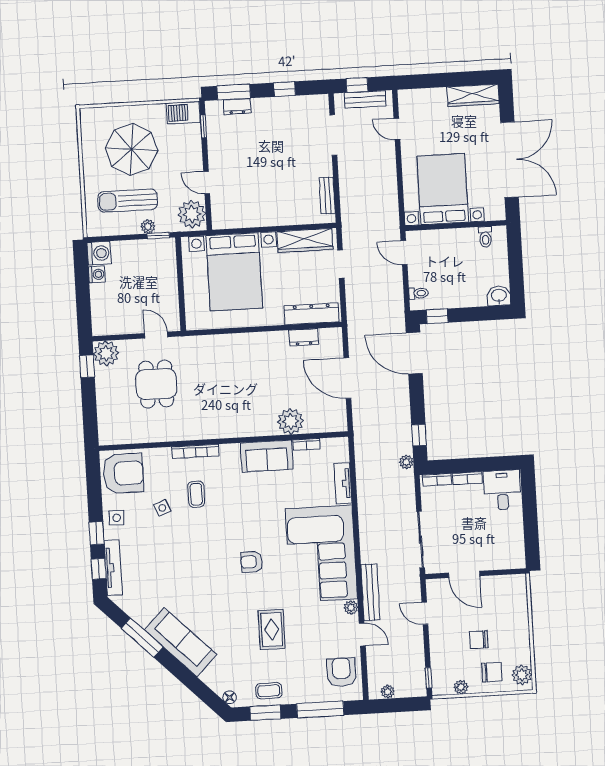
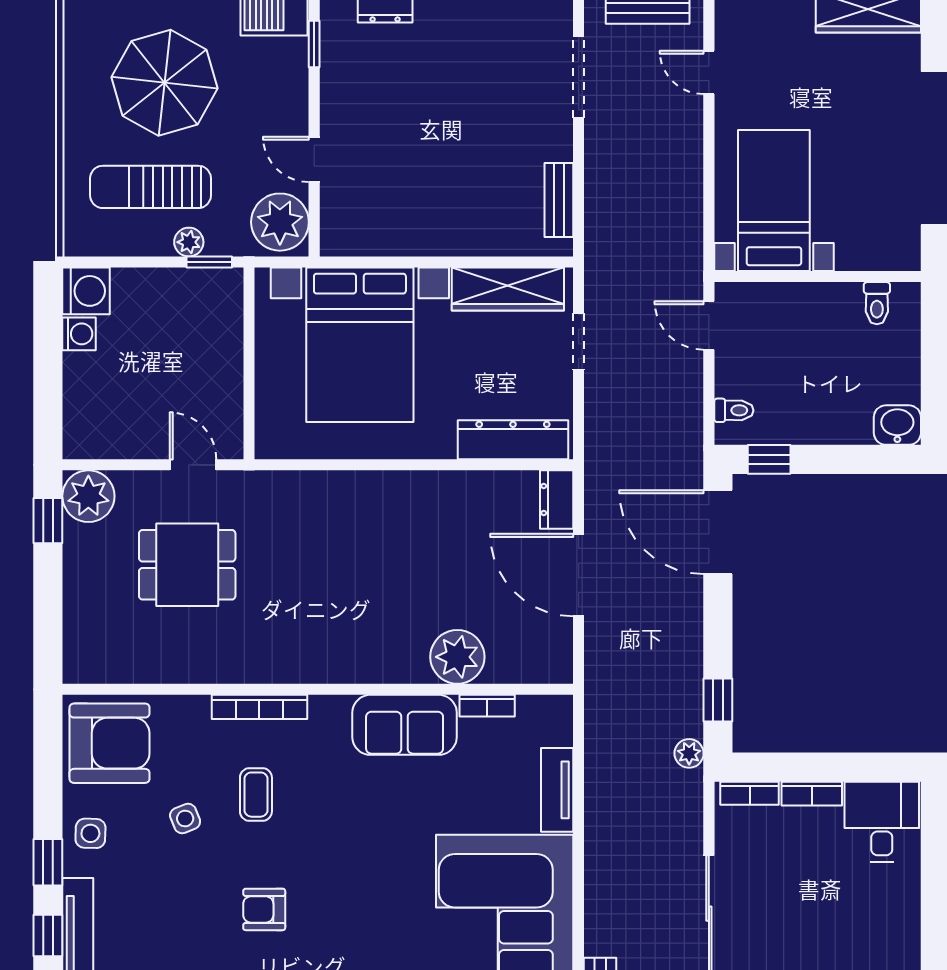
bed with nightstands: (443, 189) -> (774, 200), width x0.73
dresser: (304, 337) -> (557, 500), moved, turned 90
dining table: (156, 384) -> (187, 565), turned 90
armchair: (252, 562) -> (264, 909), moved

